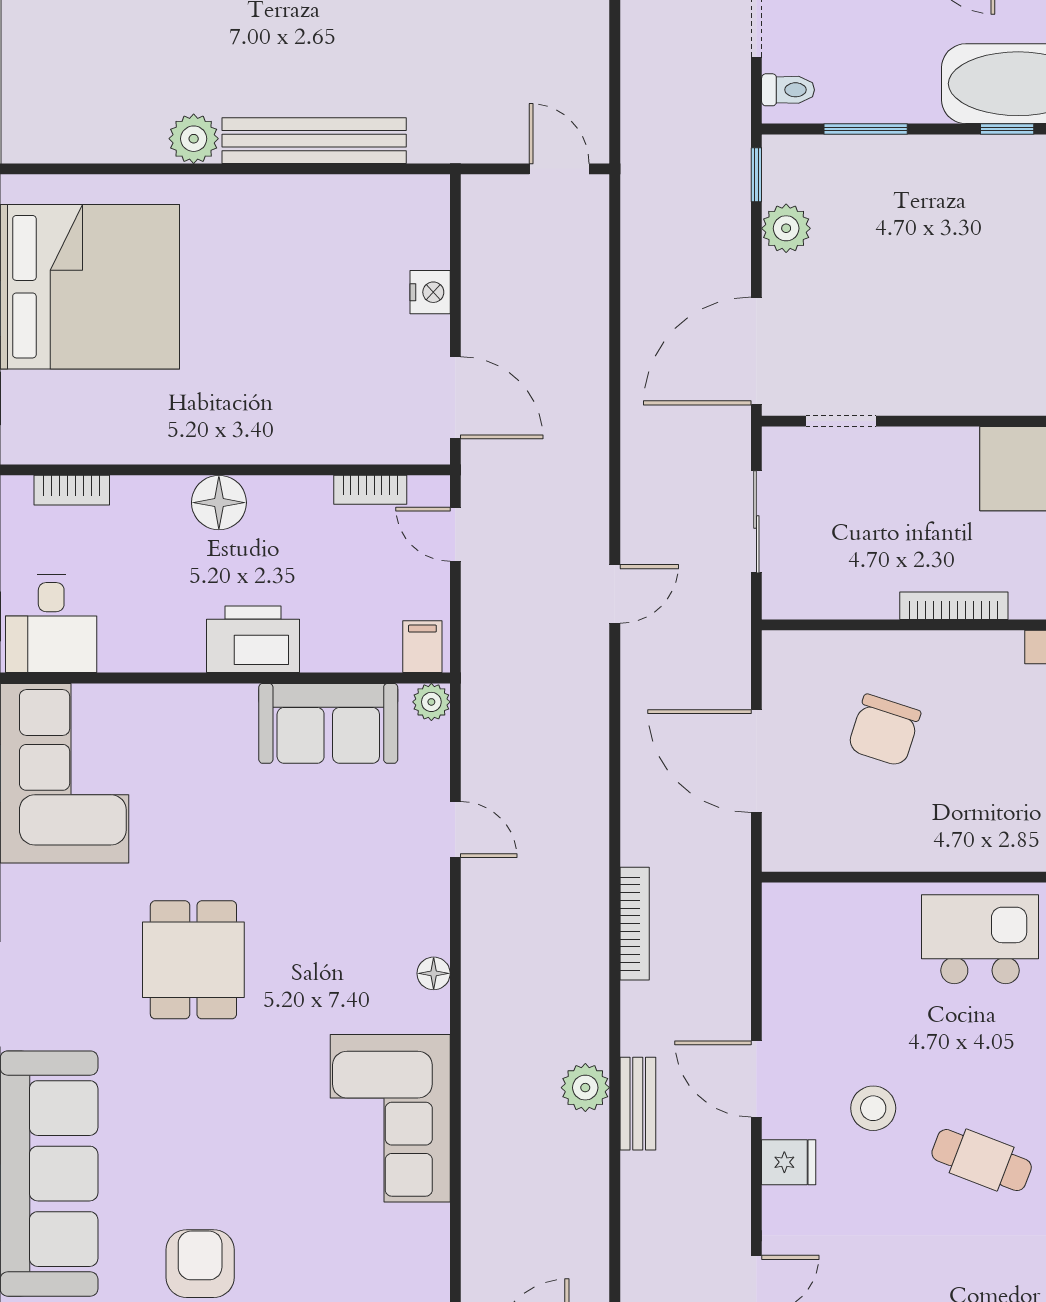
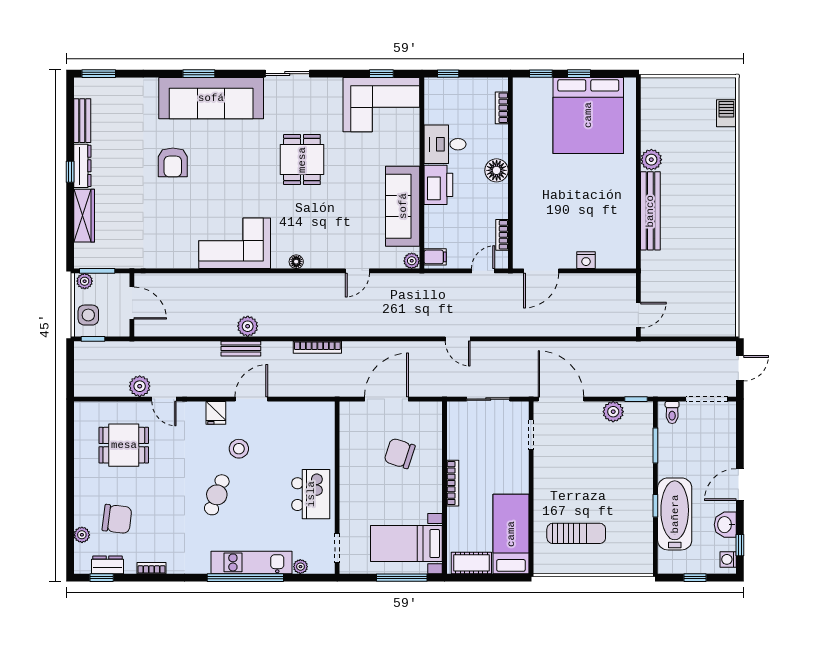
desk: (51, 624) -> (445, 144), moved
sofa: (328, 723) -> (403, 206), width x1.36
dining table: (193, 960) -> (302, 160), turned 90
armchair: (200, 1264) -> (173, 162), turned 90

